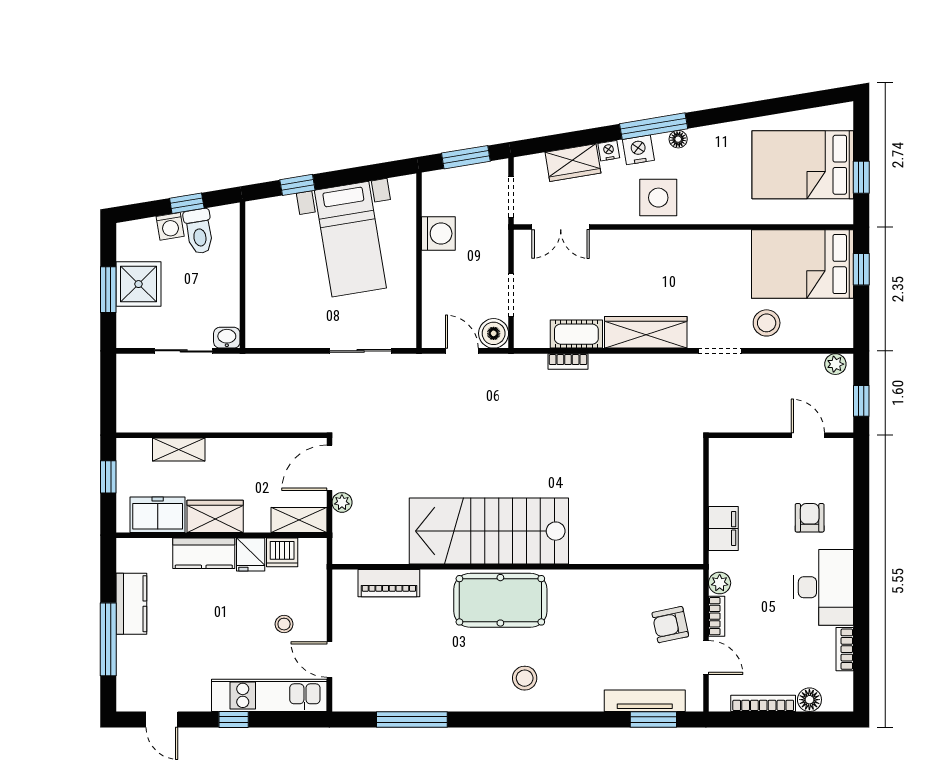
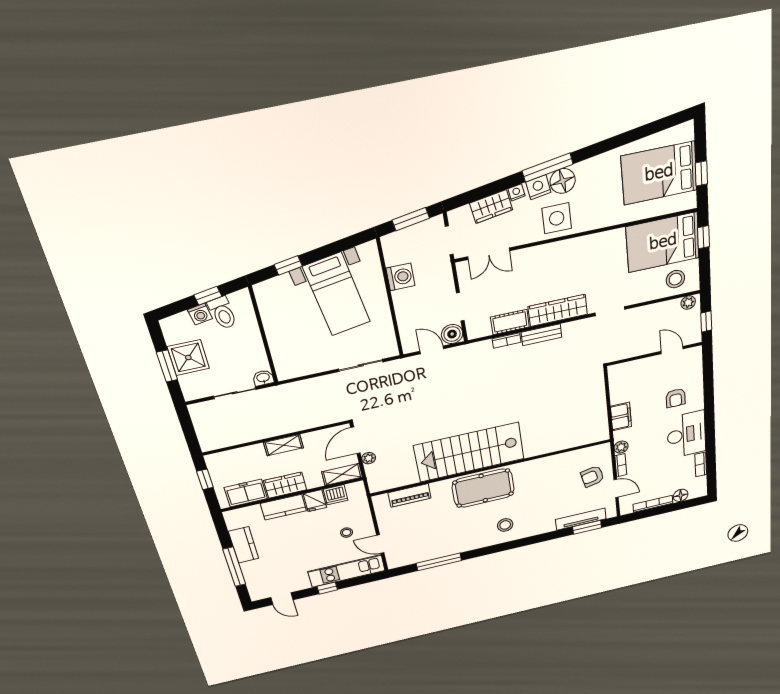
floor lamp: (678, 139) -> (563, 181), width x1.89, depth x1.89
stool: (767, 323) -> (675, 279), moved
bench: (619, 364) -> (541, 335), added
shelving: (179, 450) -> (283, 445), moved
armchair: (810, 518) -> (676, 398), turned 180

